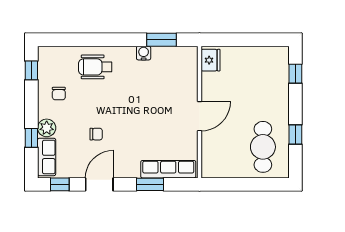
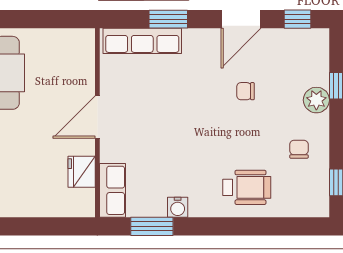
fridge: (211, 60) -> (82, 172), moved
row of seats: (47, 157) -> (113, 190), moved, turned 180

